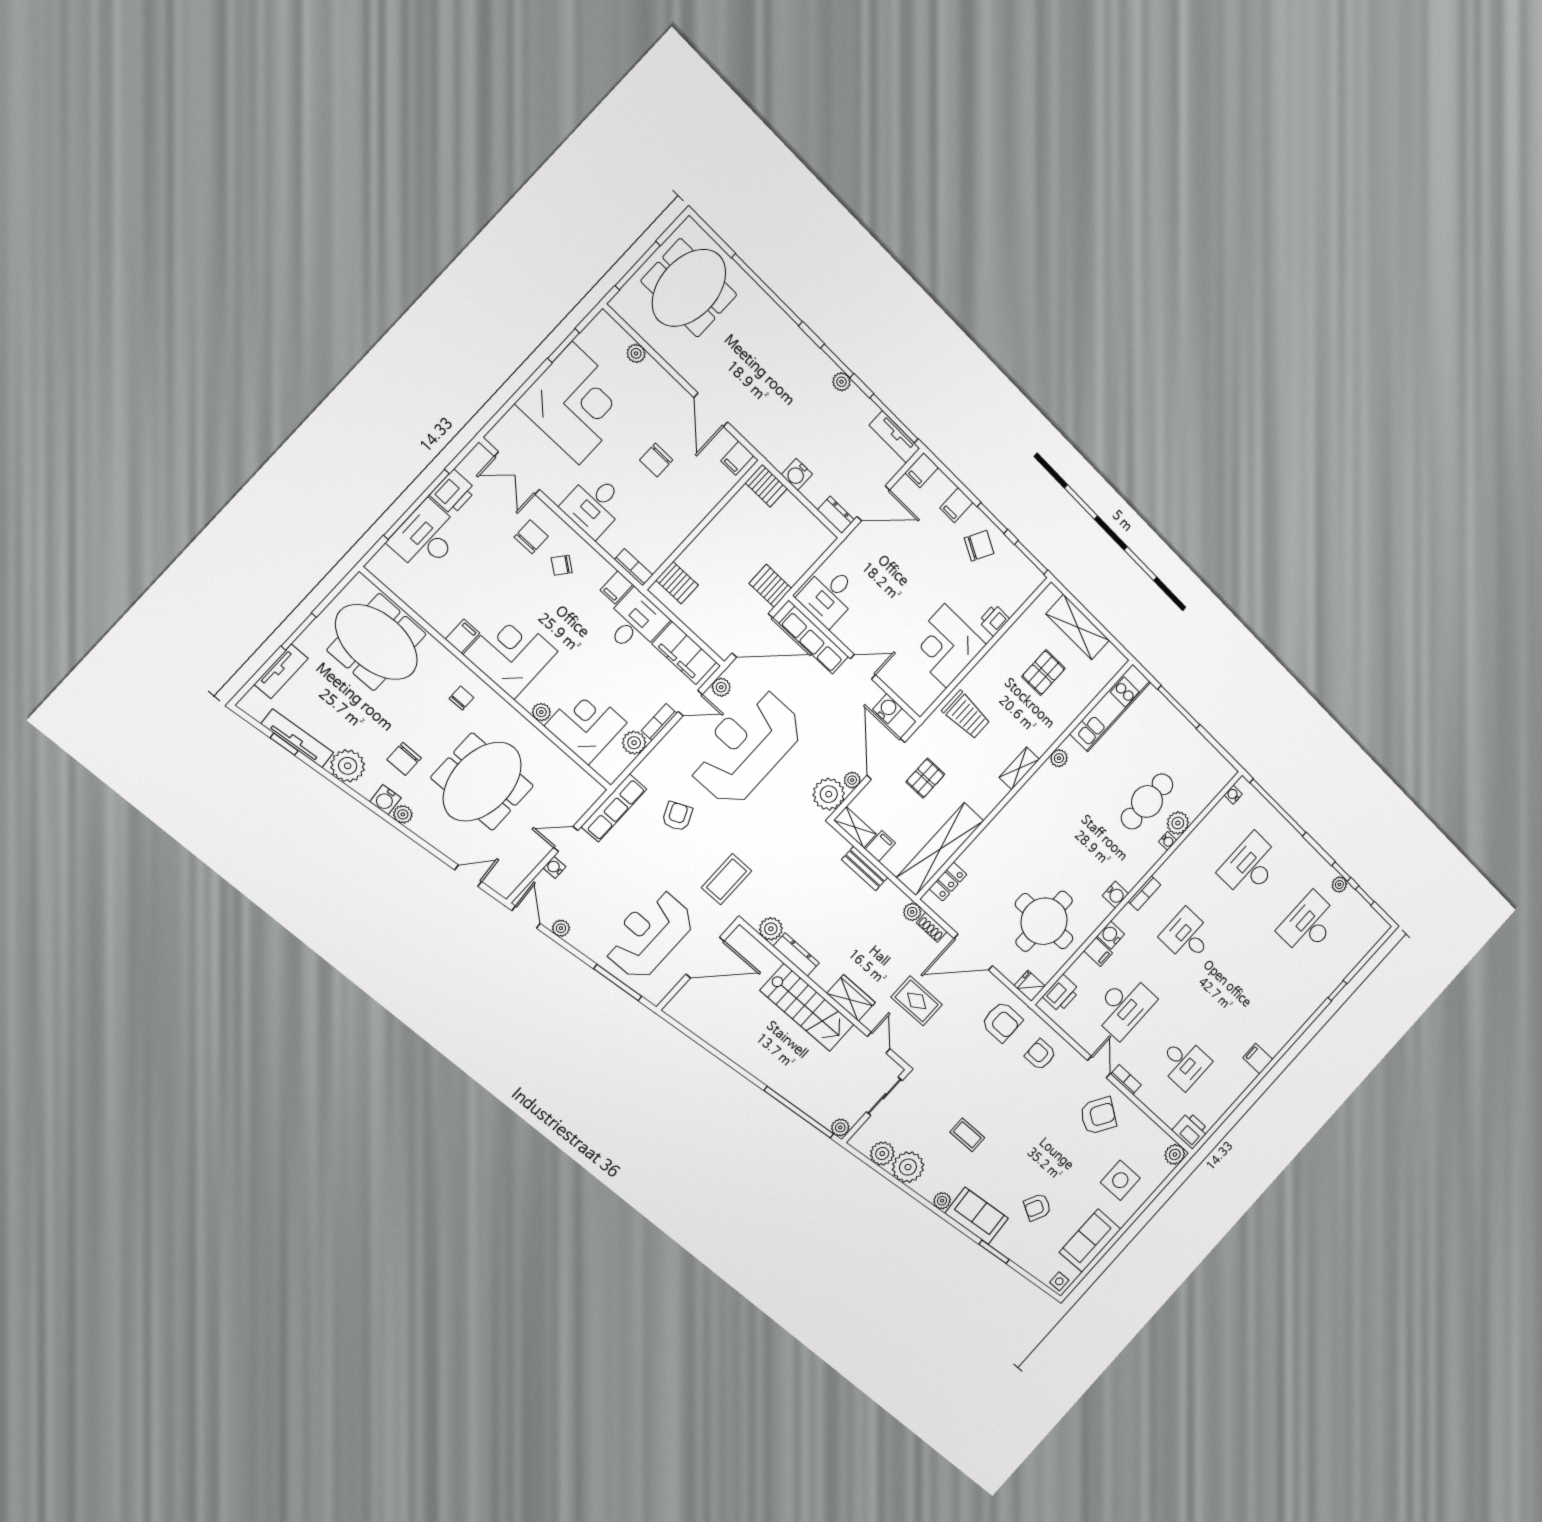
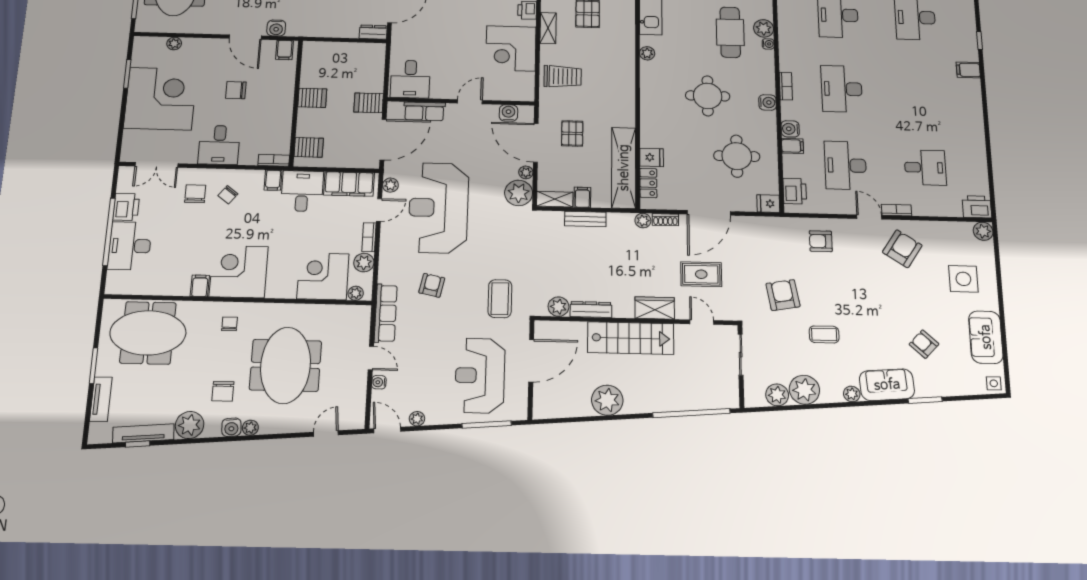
chair: (656, 460) -> (236, 90), turned 90
water cooler: (797, 474) -> (276, 28), moved
server rack: (766, 486) -> (312, 98), moved
row of seats: (814, 640) -> (424, 111), width x0.68
plant: (541, 712) -> (356, 293), moved
shelving: (1019, 768) -> (548, 28), moved
armchair: (677, 816) -> (432, 285), turned 36
door: (566, 839) -> (371, 358), swing flipped
round table: (1072, 845) -> (708, 96), added
fridge: (972, 860) -> (652, 157), added
round table: (1044, 921) -> (737, 156), width x0.73, depth x0.73
desk: (1187, 936) -> (842, 89), width x1.37
desk: (1124, 1006) -> (845, 165), turned 180
armchair: (1002, 1022) -> (783, 295), moved, turned -100
filing cabinet: (1258, 1059) -> (968, 70), moved
plant: (840, 1127) -> (607, 400), moved, width x1.87, depth x1.87
armchair: (1037, 1207) -> (924, 344), turned 105

